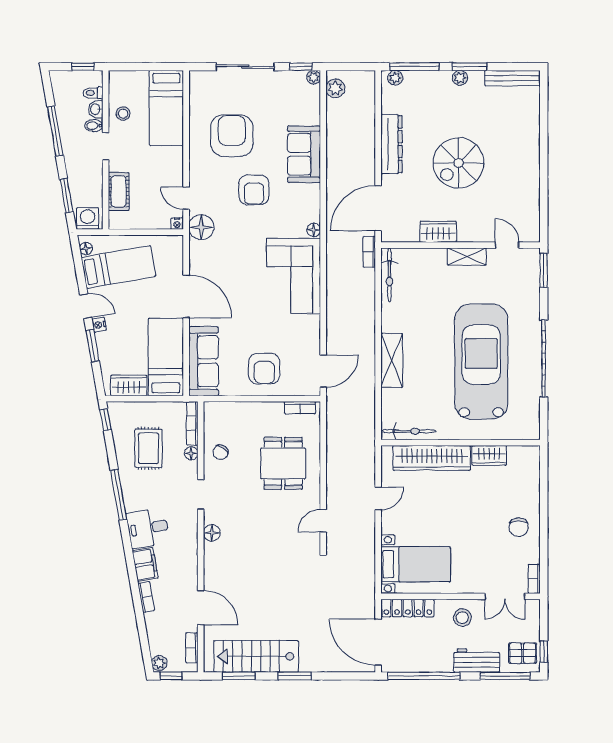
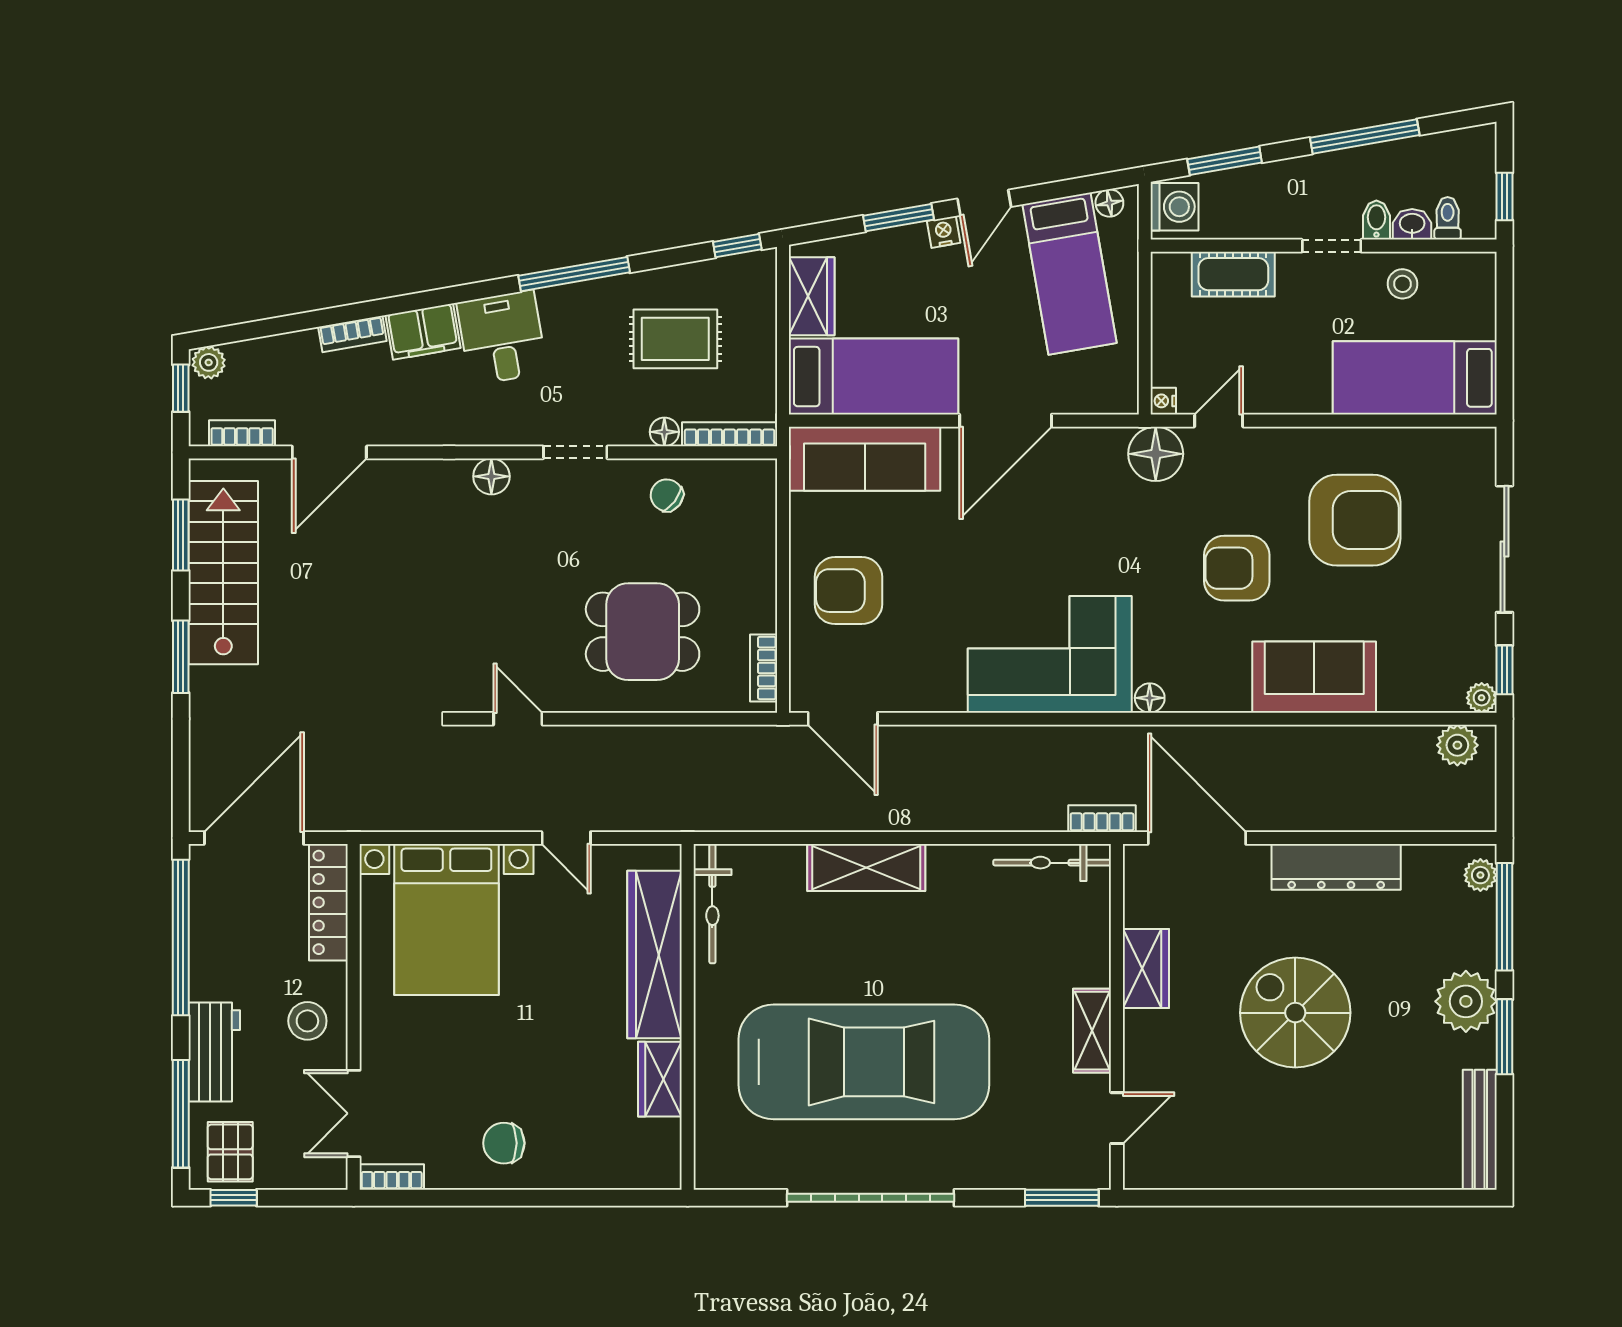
plant: (460, 78) -> (1466, 1001), width x1.87, depth x1.87
bed with nightstands: (416, 564) -> (446, 919), width x1.36

